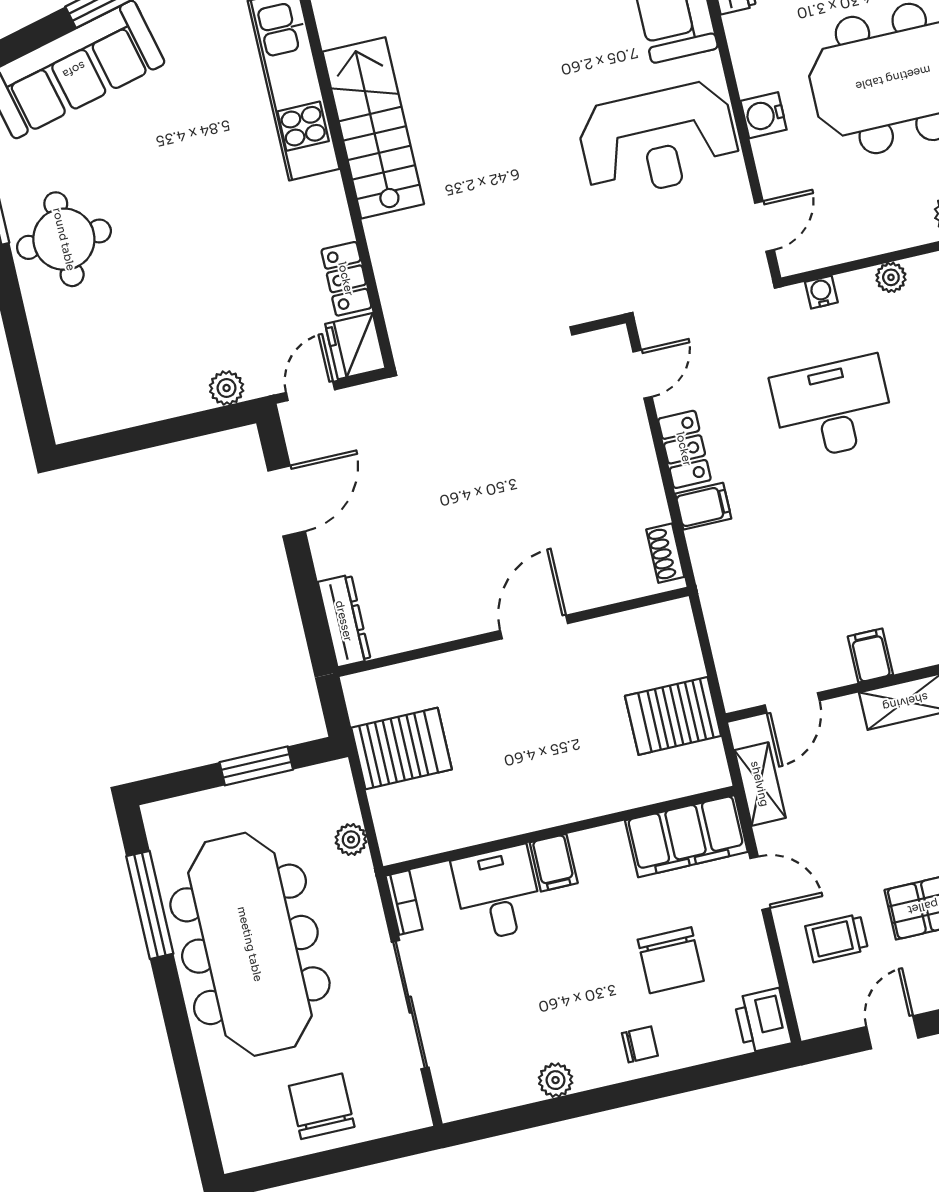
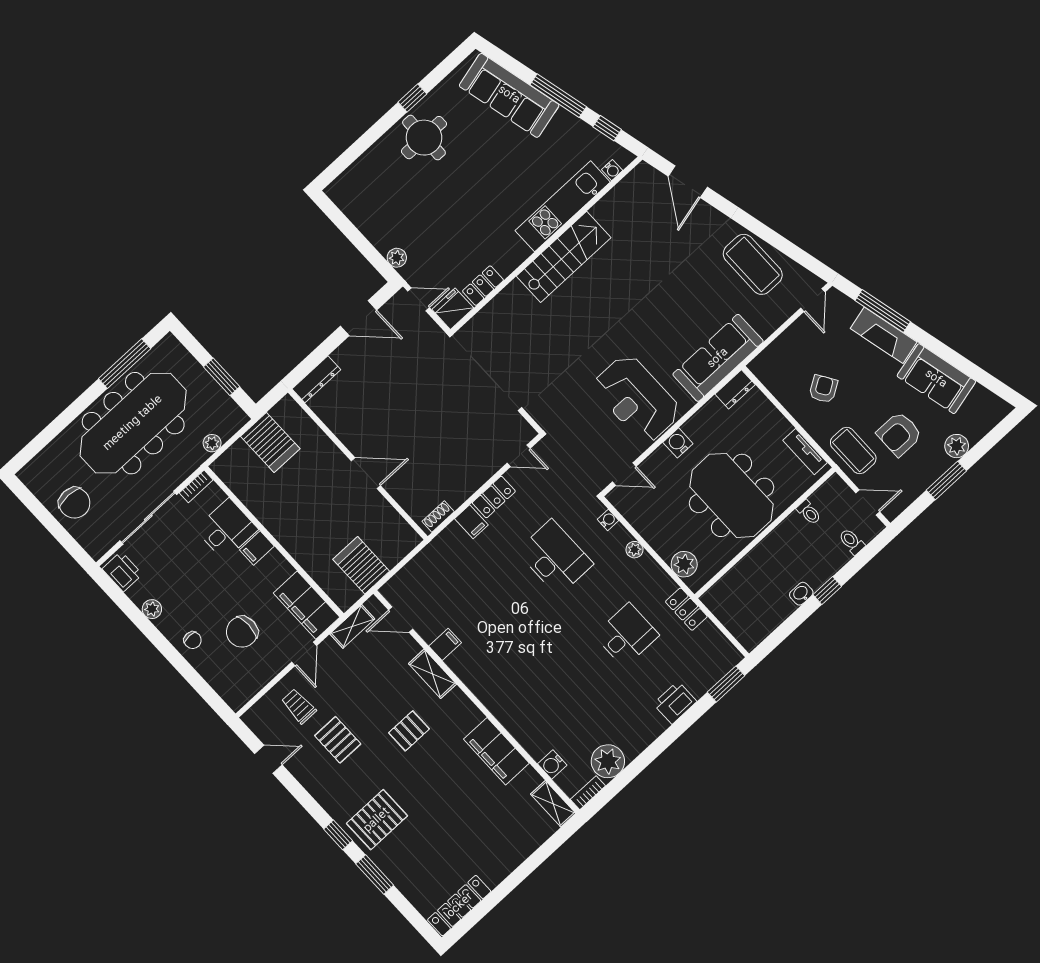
printer: (763, 1021) -> (122, 572), moved, turned 90
chair: (322, 1106) -> (74, 503), turned 90

